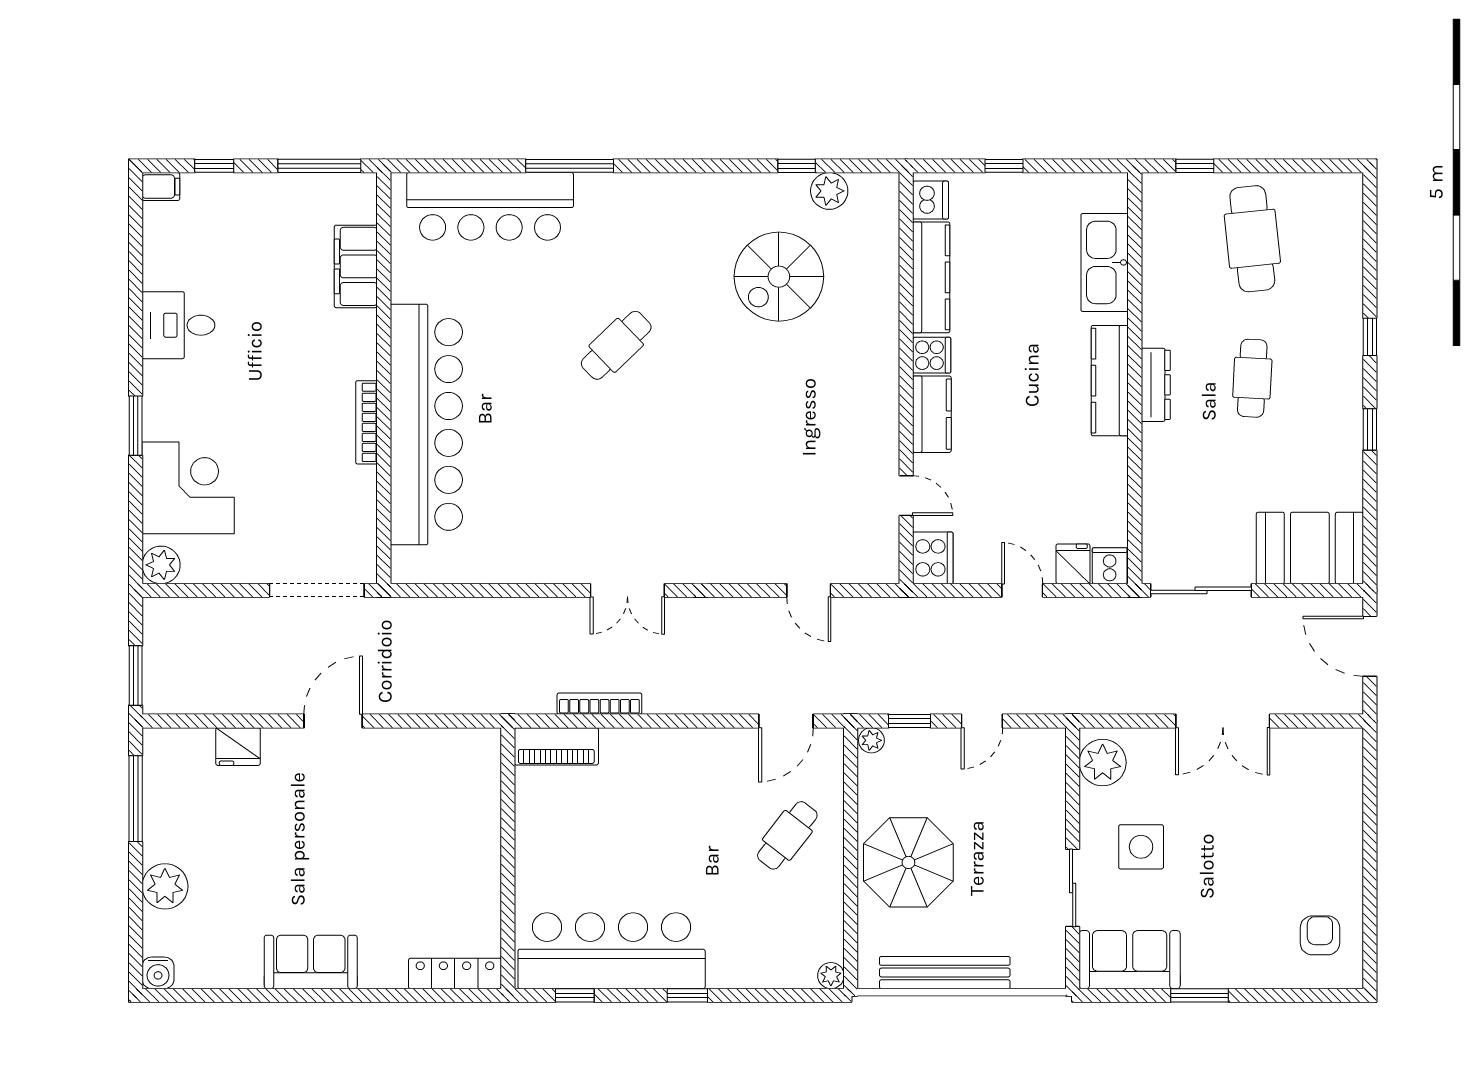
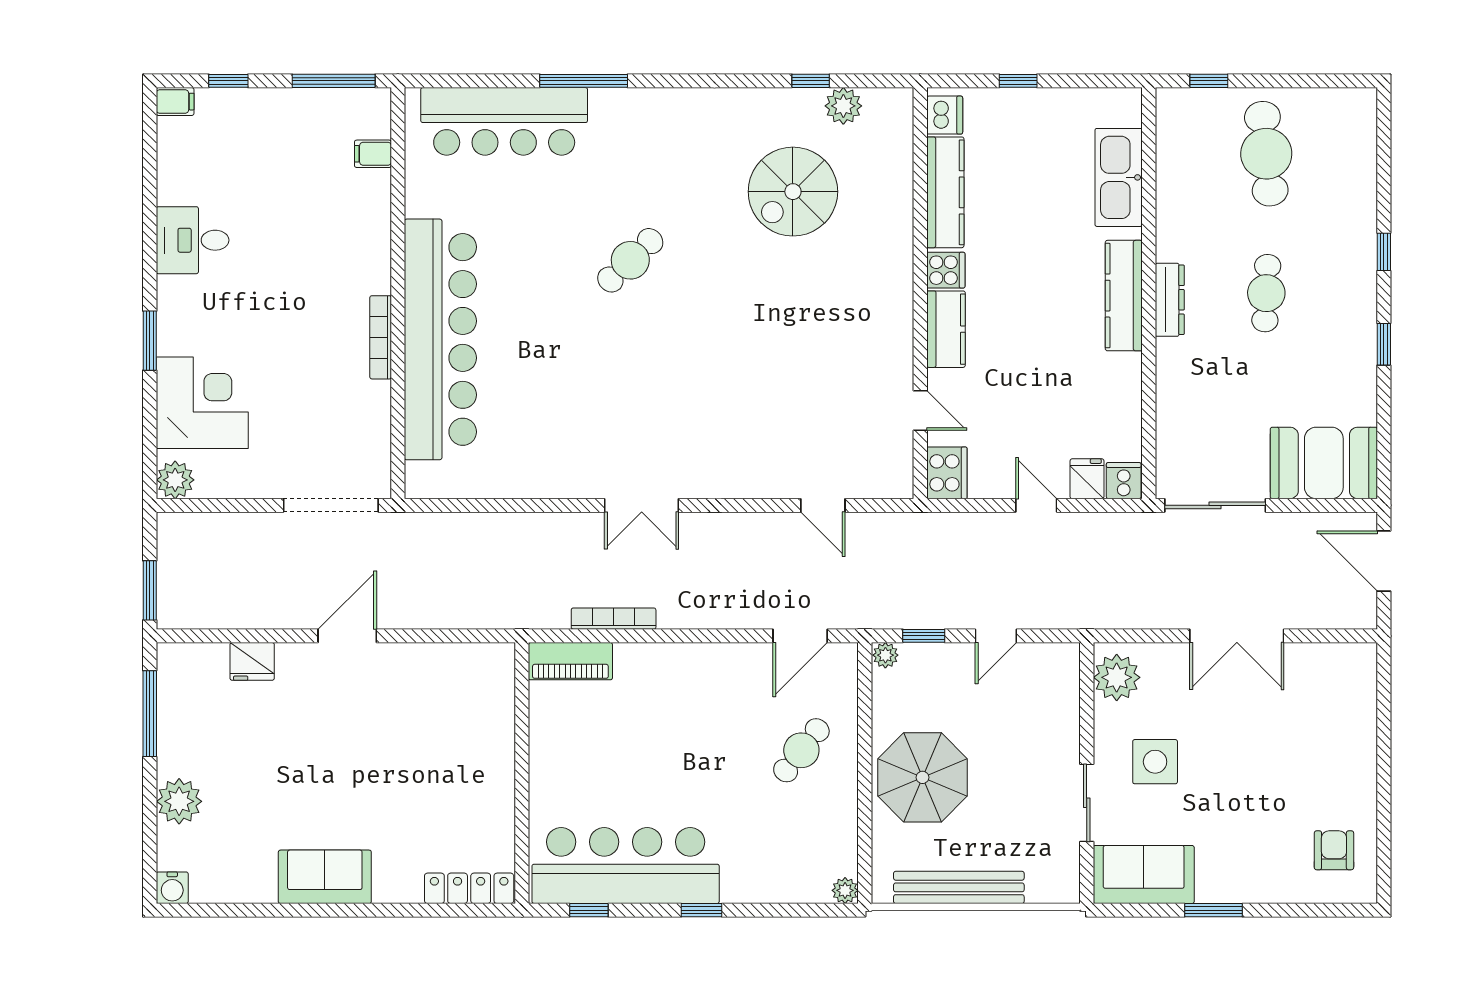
filing cabinet: (356, 266) -> (373, 154), width x0.33, depth x0.86

